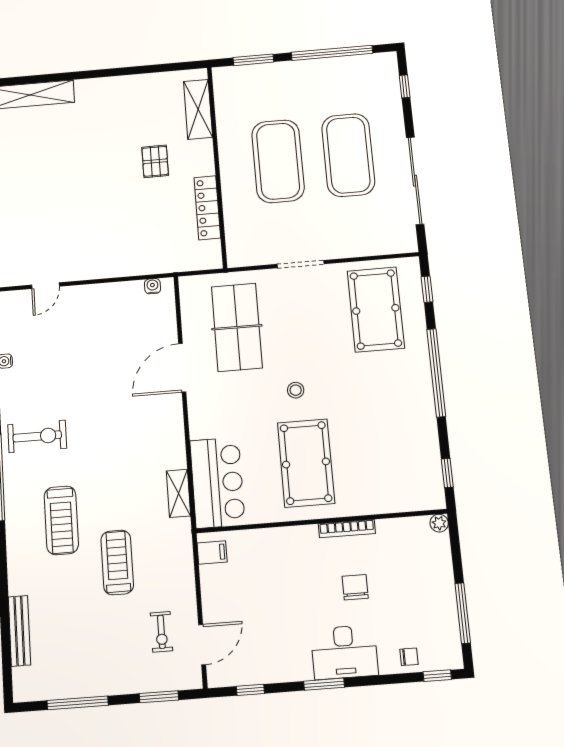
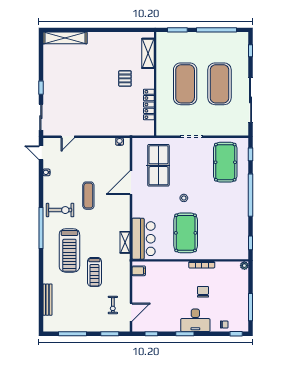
exercise mat: (95, 402) -> (88, 196), added
treadmill: (61, 520) -> (69, 250), width x1.37, depth x1.38
treadmill: (117, 562) -> (94, 272), turned 180

